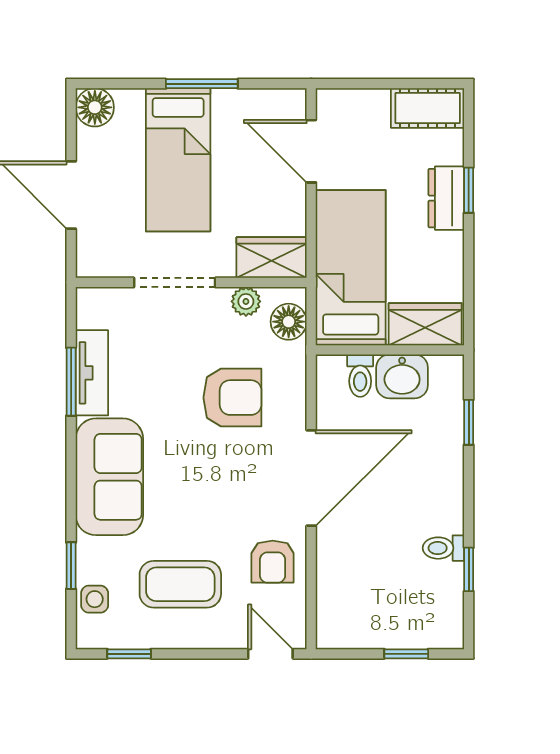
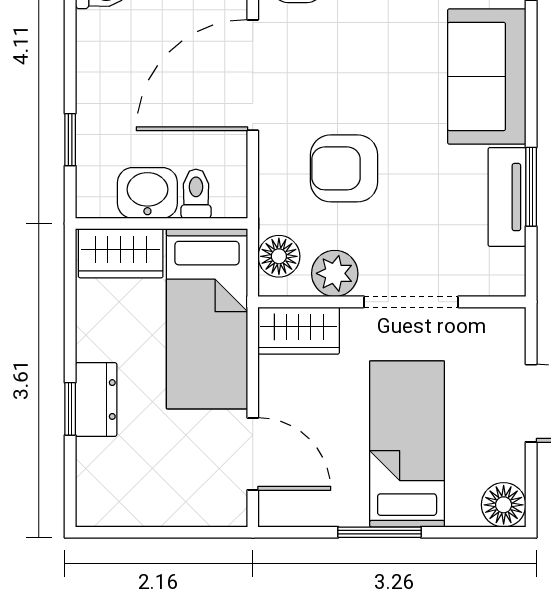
cot: (428, 108) -> (118, 504), removed
plant: (246, 301) -> (335, 273), width x1.38, depth x1.38

